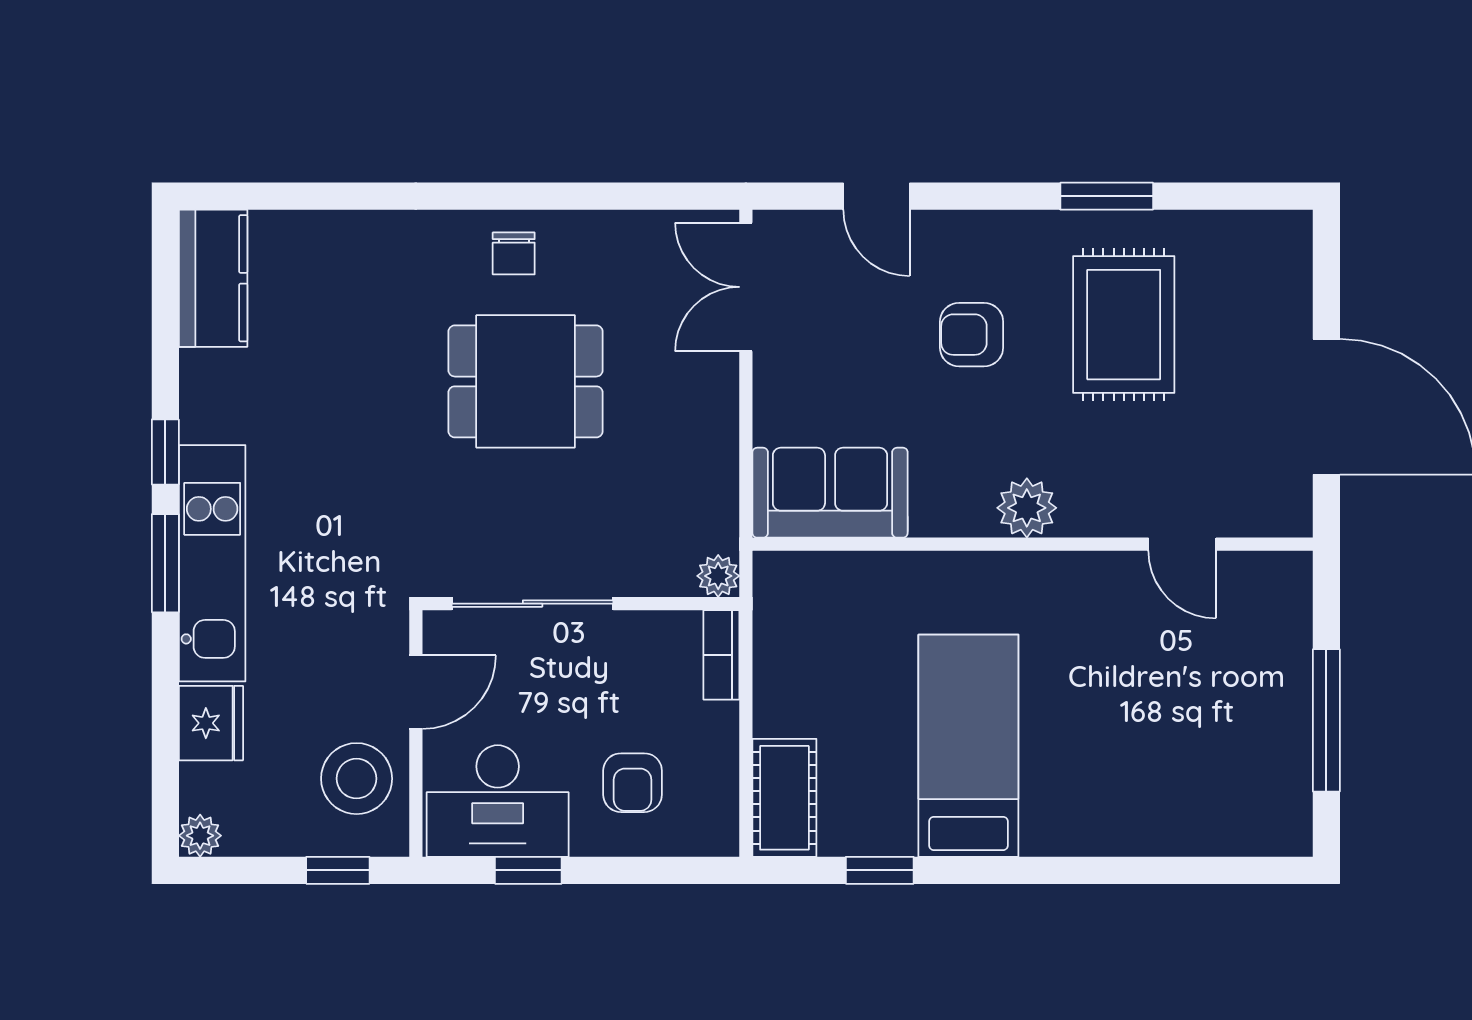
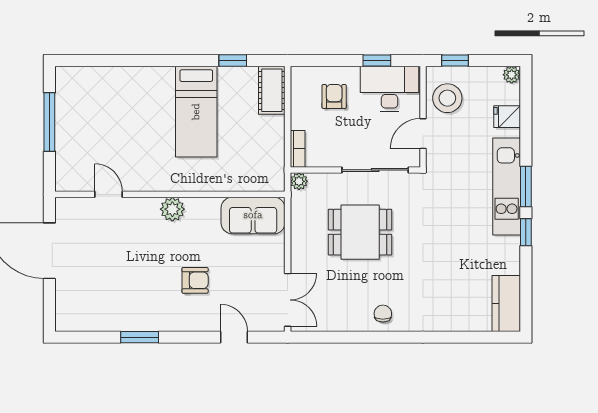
rug: (1124, 325) -> (133, 284), removed
dining table: (526, 381) -> (360, 232), moved
fridge: (211, 723) -> (507, 117), width x0.72

